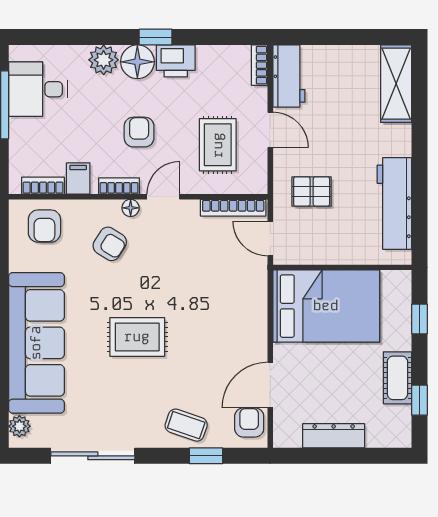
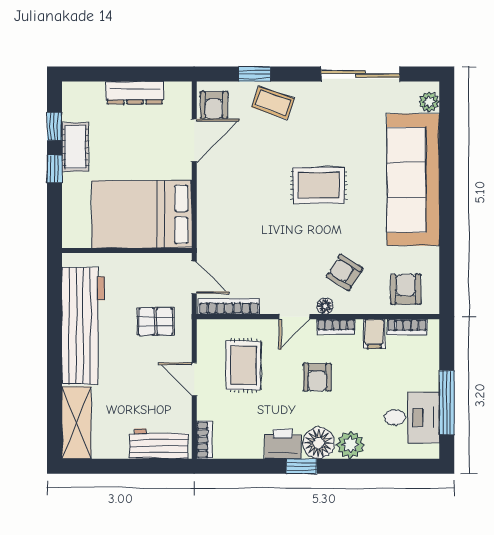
workbench: (289, 76) -> (159, 444), moved, turned 90
workbench: (394, 203) -> (83, 326), width x1.36, depth x1.32
window: (419, 319) -> (55, 169), moved

